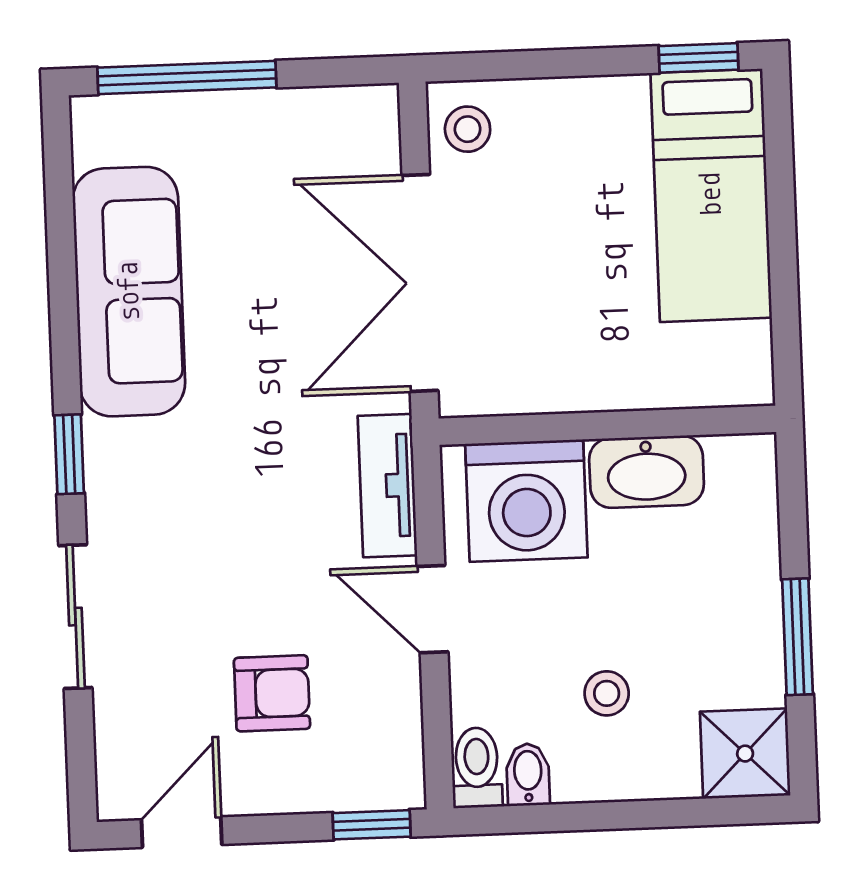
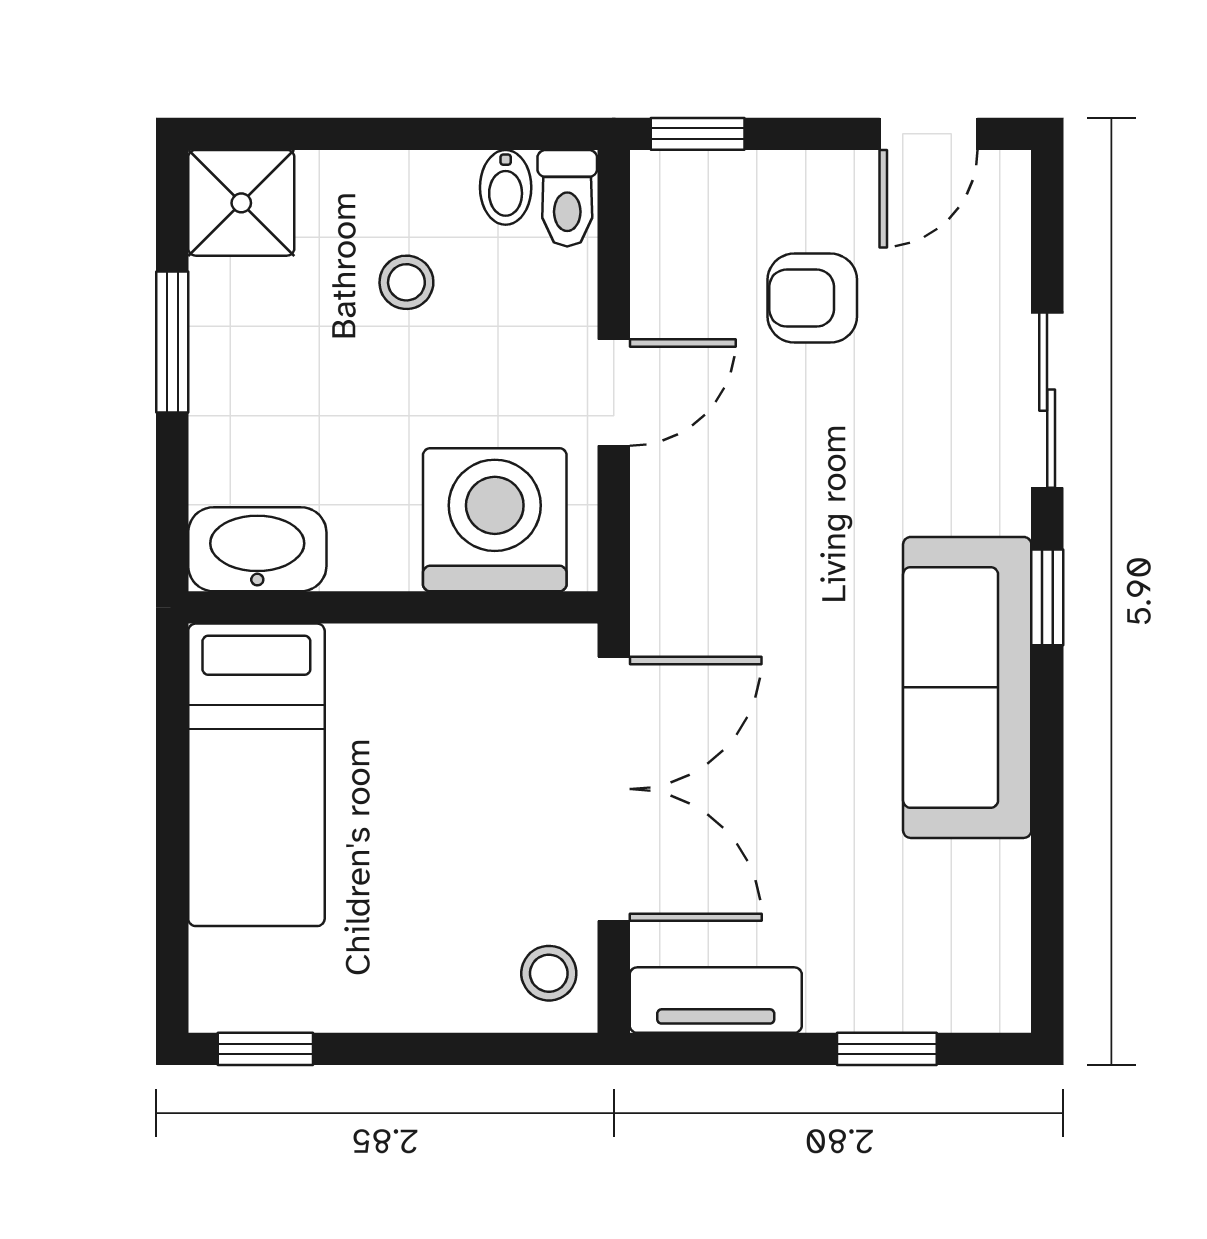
window: (187, 77) -> (887, 1049), width x0.46
bed: (711, 195) -> (256, 775), moved, turned 180
sofa: (129, 292) -> (967, 687), moved
washbasin: (647, 472) -> (257, 549), moved
tv unit: (387, 486) -> (716, 1000), moved, turned -90
door: (432, 609) -> (614, 393), hinge flipped

